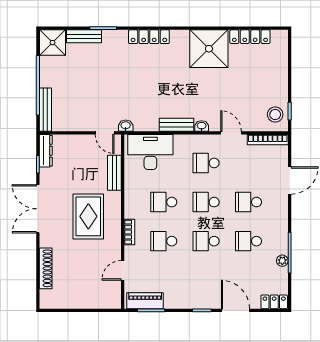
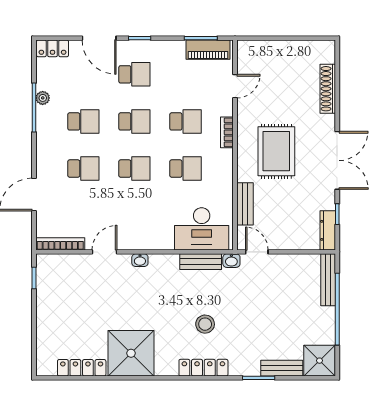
stool: (275, 115) -> (205, 324), moved
bench: (177, 125) -> (201, 262), moved
door: (231, 133) -> (105, 252), swing flipped
school desk: (206, 163) -> (134, 74), moved

